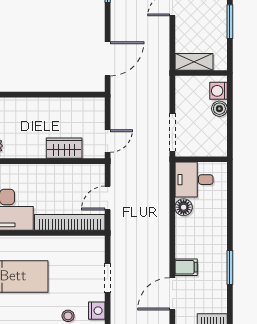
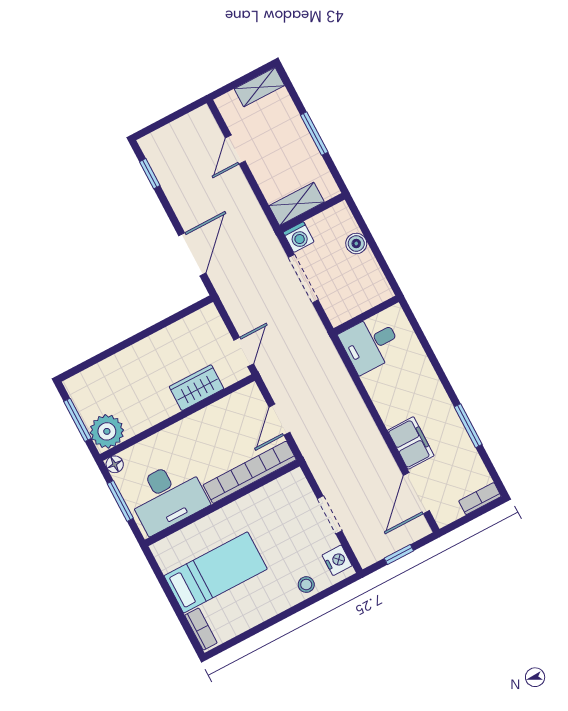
washing machine: (219, 91) -> (299, 237), moved, turned -90
doorway: (172, 132) -> (303, 279), moved
floor lamp: (184, 207) -> (375, 383), removed
filing cabinet: (186, 267) -> (411, 443), width x2.00

